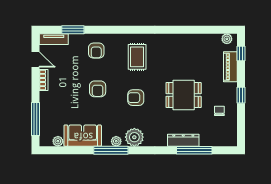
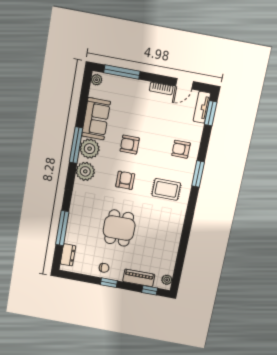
window: (73, 30) -> (211, 113), moved
window: (117, 30) -> (198, 174), added
armchair: (98, 89) -> (130, 145), moved
chair: (219, 111) -> (104, 268), moved
dresser: (183, 140) -> (68, 255), moved, width x0.70
plant: (58, 141) -> (97, 80), moved
plant: (116, 141) -> (90, 149), width x1.88, depth x1.88

